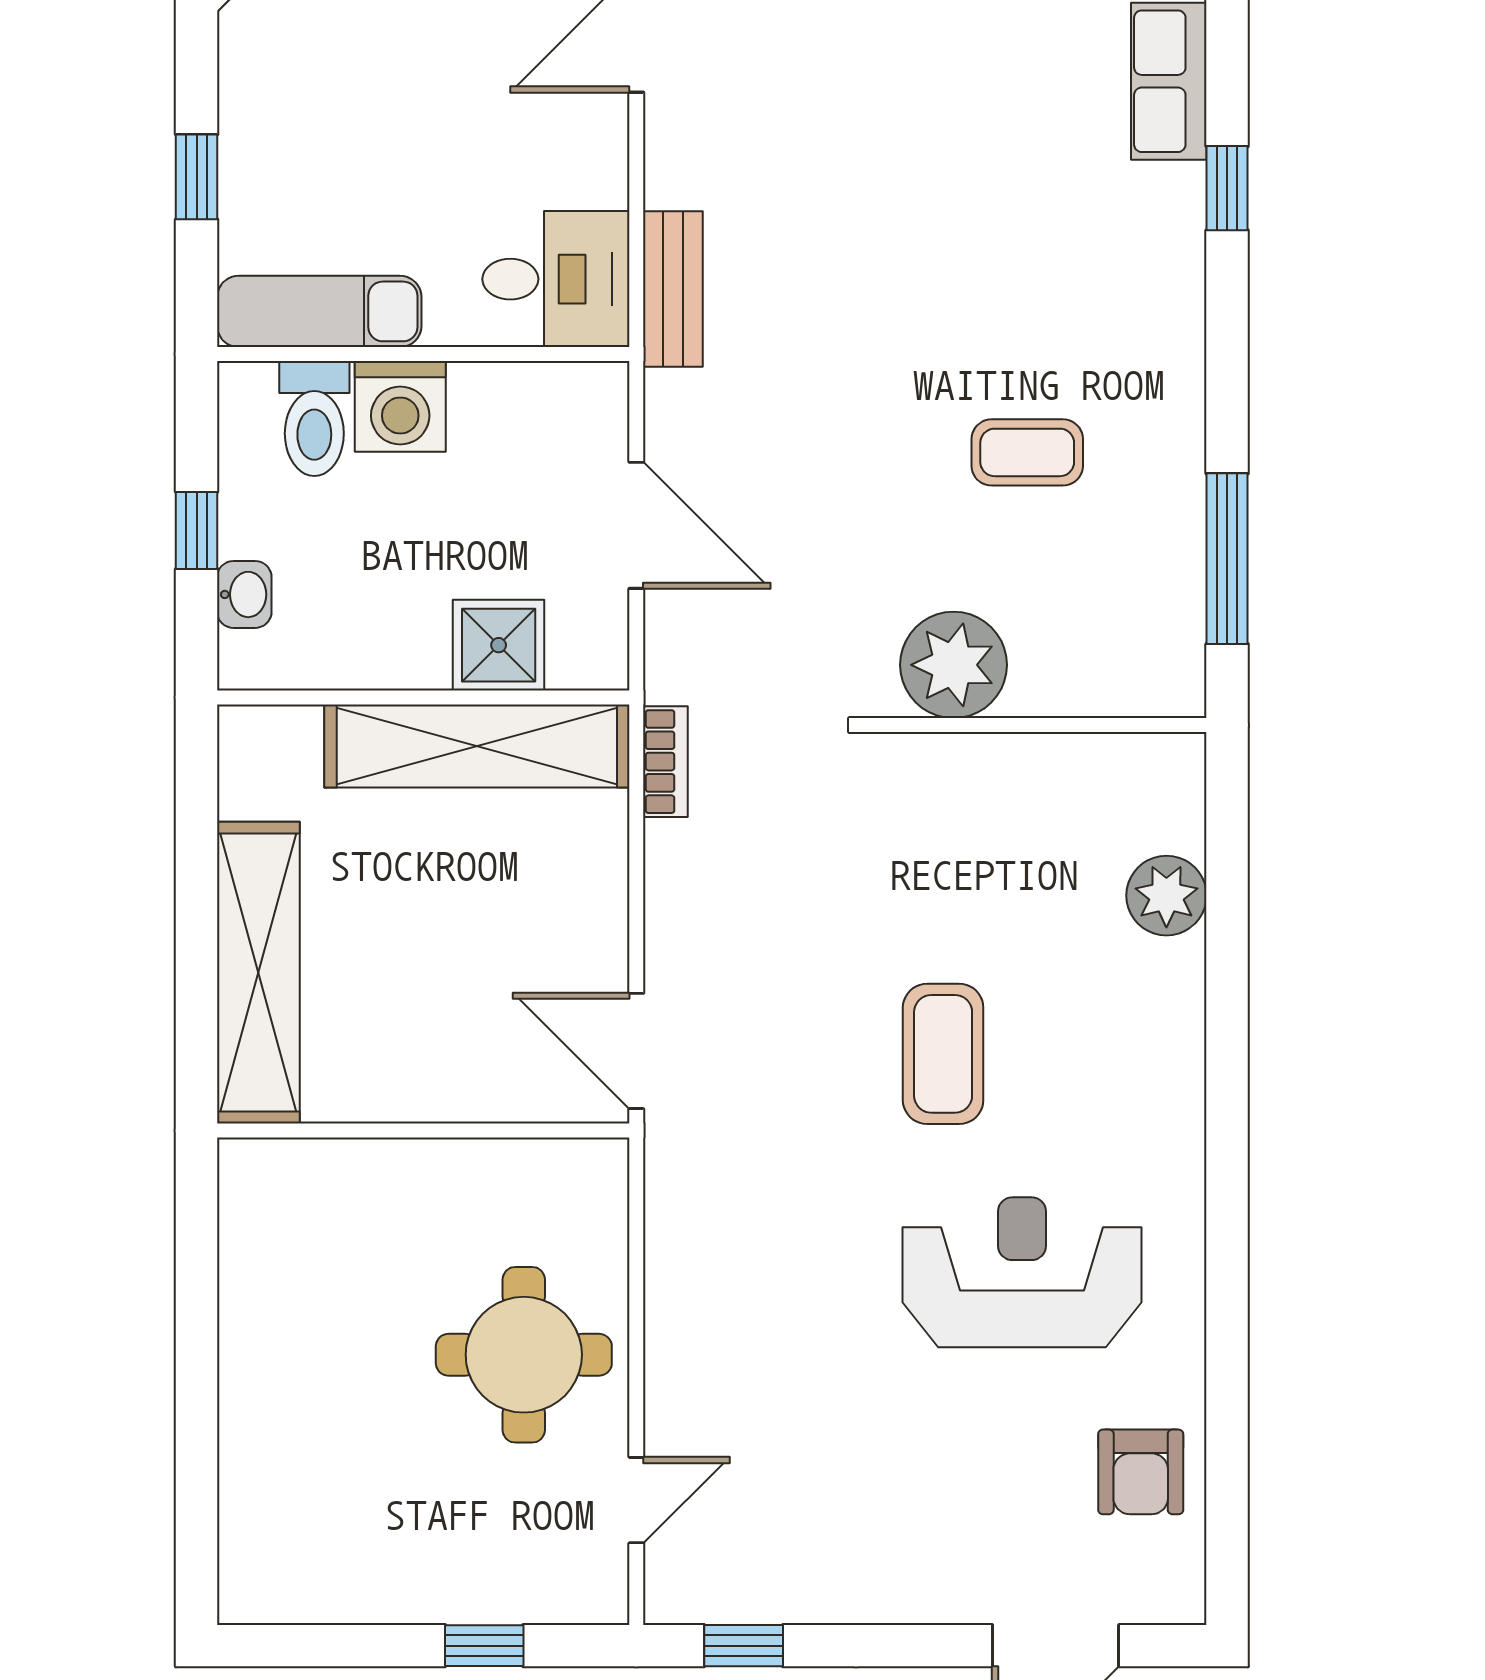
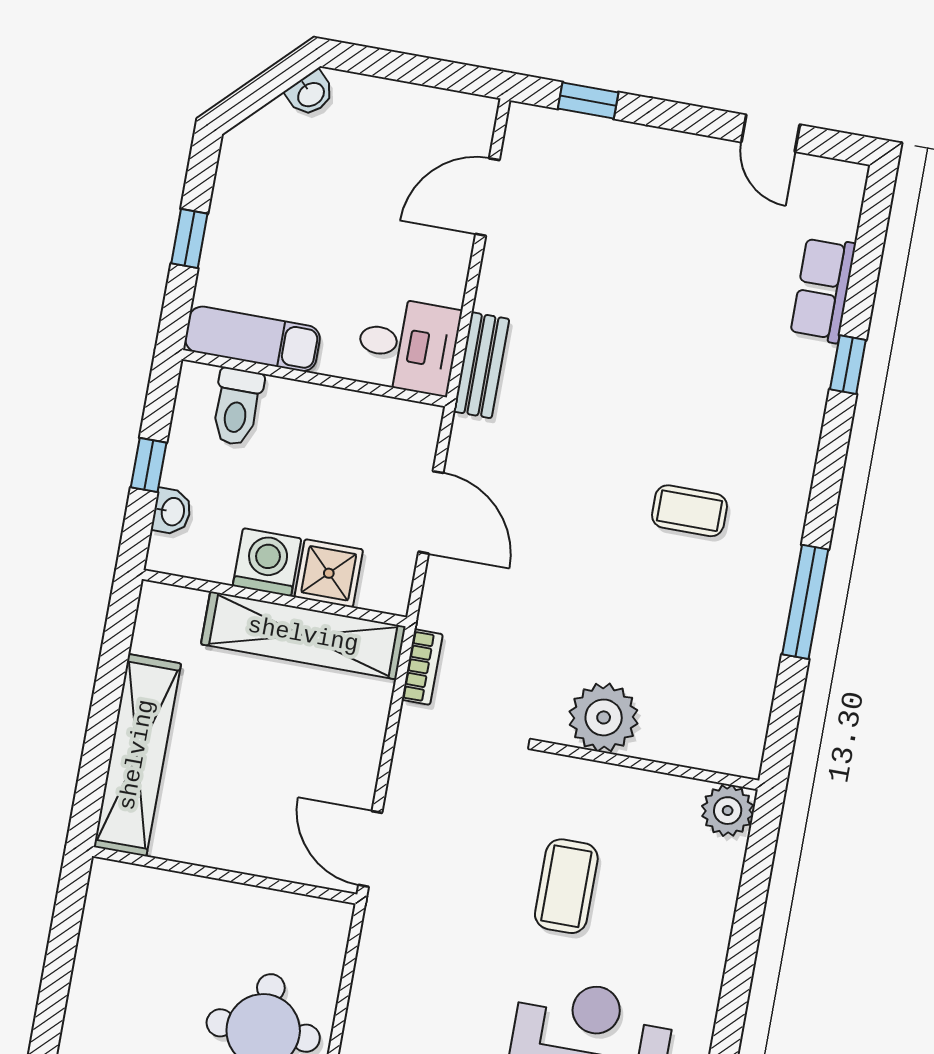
washing machine: (400, 406) -> (267, 562), moved, turned 180
plant: (954, 665) -> (604, 717), moved
wall: (1035, 725) -> (649, 765), moved

